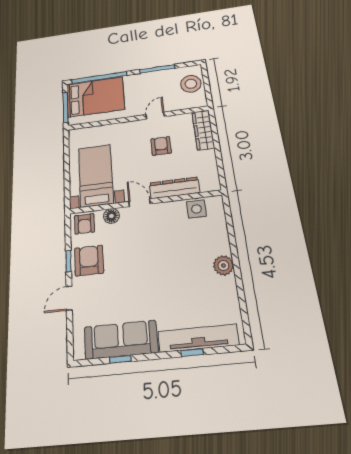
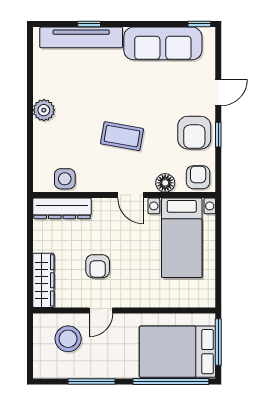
stool: (191, 84) -> (68, 339), moved
dresser: (174, 188) -> (62, 208), moved
coffee table: (151, 250) -> (122, 136), added
window: (120, 359) -> (199, 24), moved

